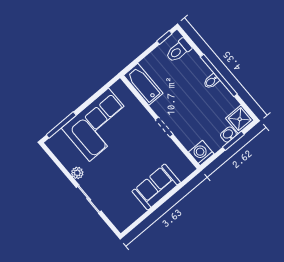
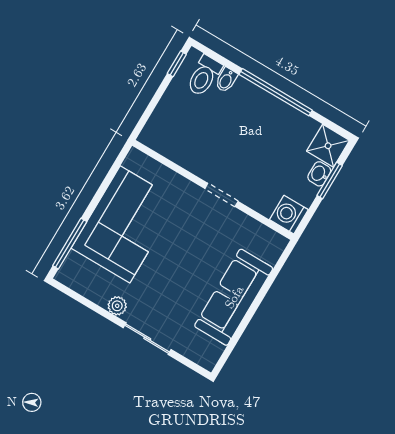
bidet: (211, 81) -> (226, 80), moved
bathtub: (143, 84) -> (169, 143), removed
sofa: (156, 187) -> (234, 297), width x1.36

